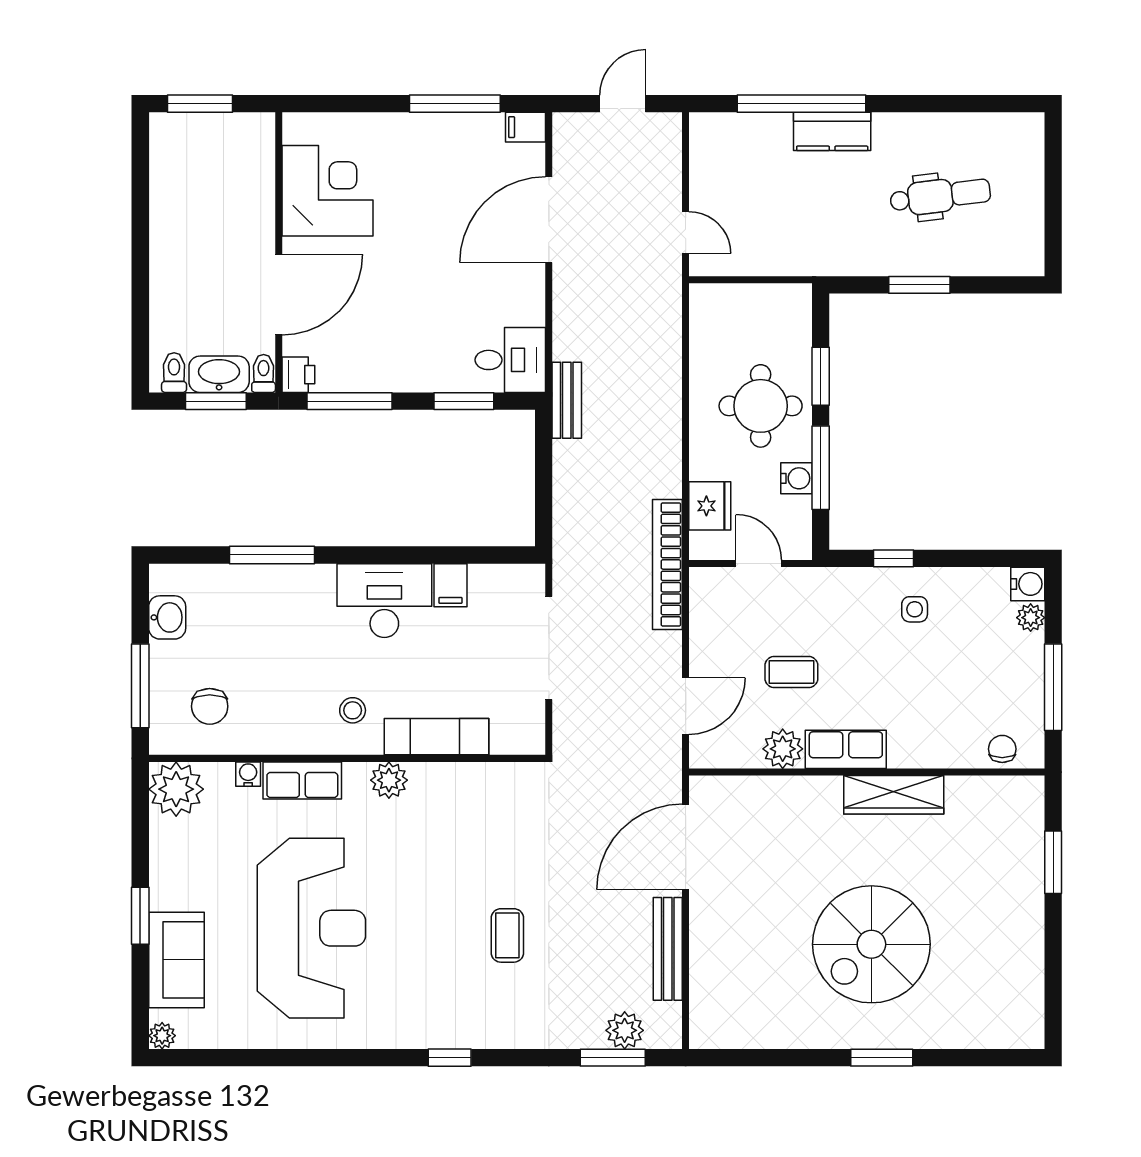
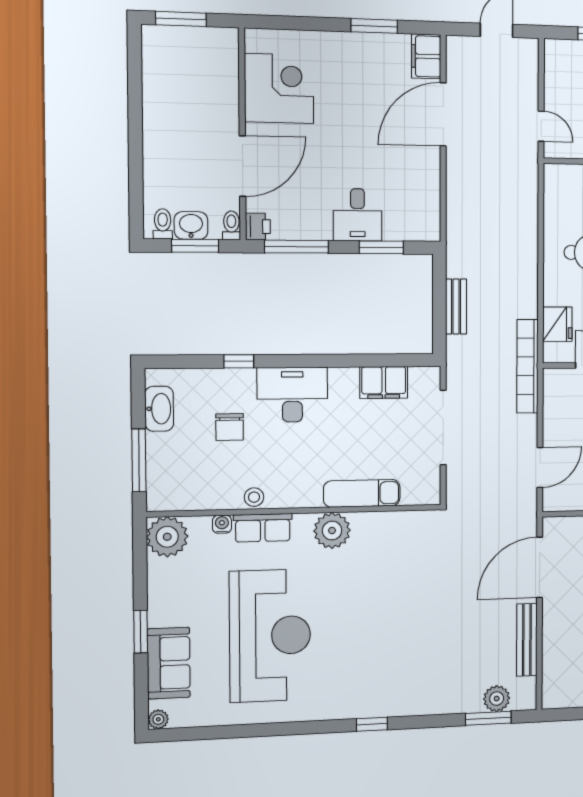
window: (455, 104) -> (374, 26), width x0.69
filing cabinet: (525, 127) -> (426, 56), width x2.00
desk: (510, 360) -> (358, 215), moved, turned 90
washbasin: (219, 374) -> (191, 225), width x0.72
bench: (567, 400) -> (456, 307), moved
window: (272, 555) -> (239, 361), width x0.46
filing cabinet: (451, 585) -> (384, 383), width x2.00
desk: (384, 601) -> (292, 395), moved
washbasin: (167, 617) -> (159, 409), width x1.38
chair: (210, 706) -> (230, 427), moved
stool: (353, 710) -> (254, 497), moved
plant: (389, 780) -> (332, 531), width x1.36, depth x1.36
coffee table: (507, 935) -> (413, 635), removed

